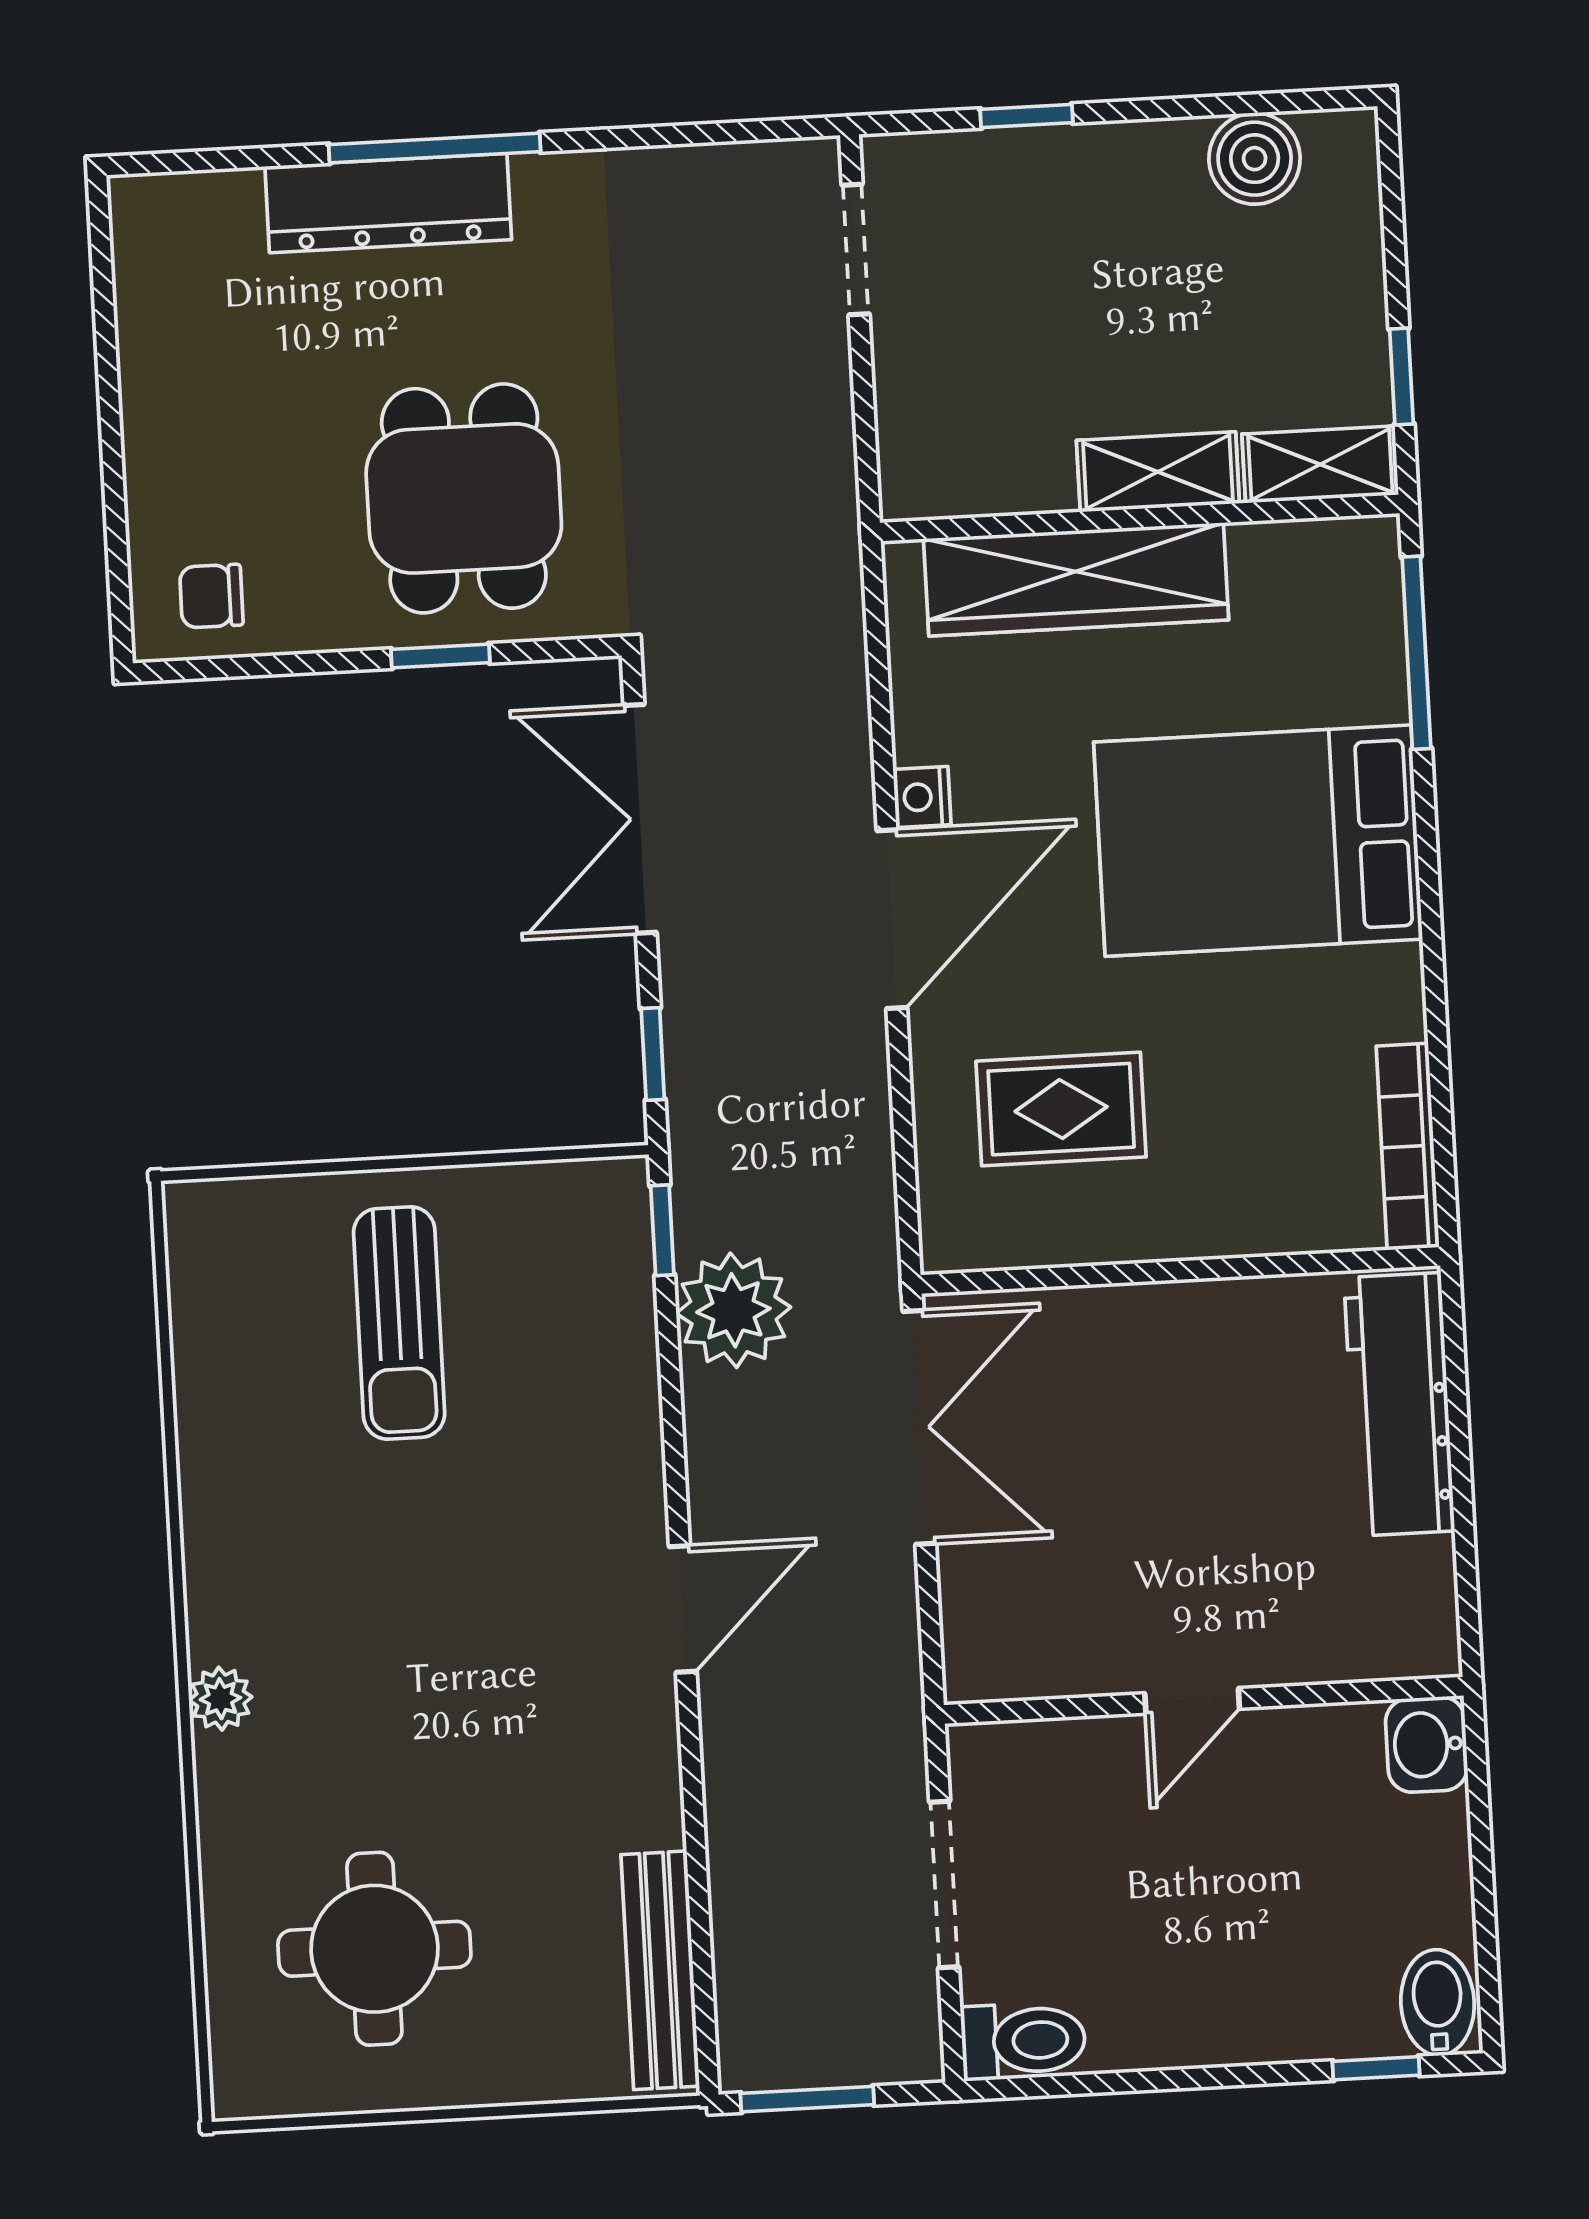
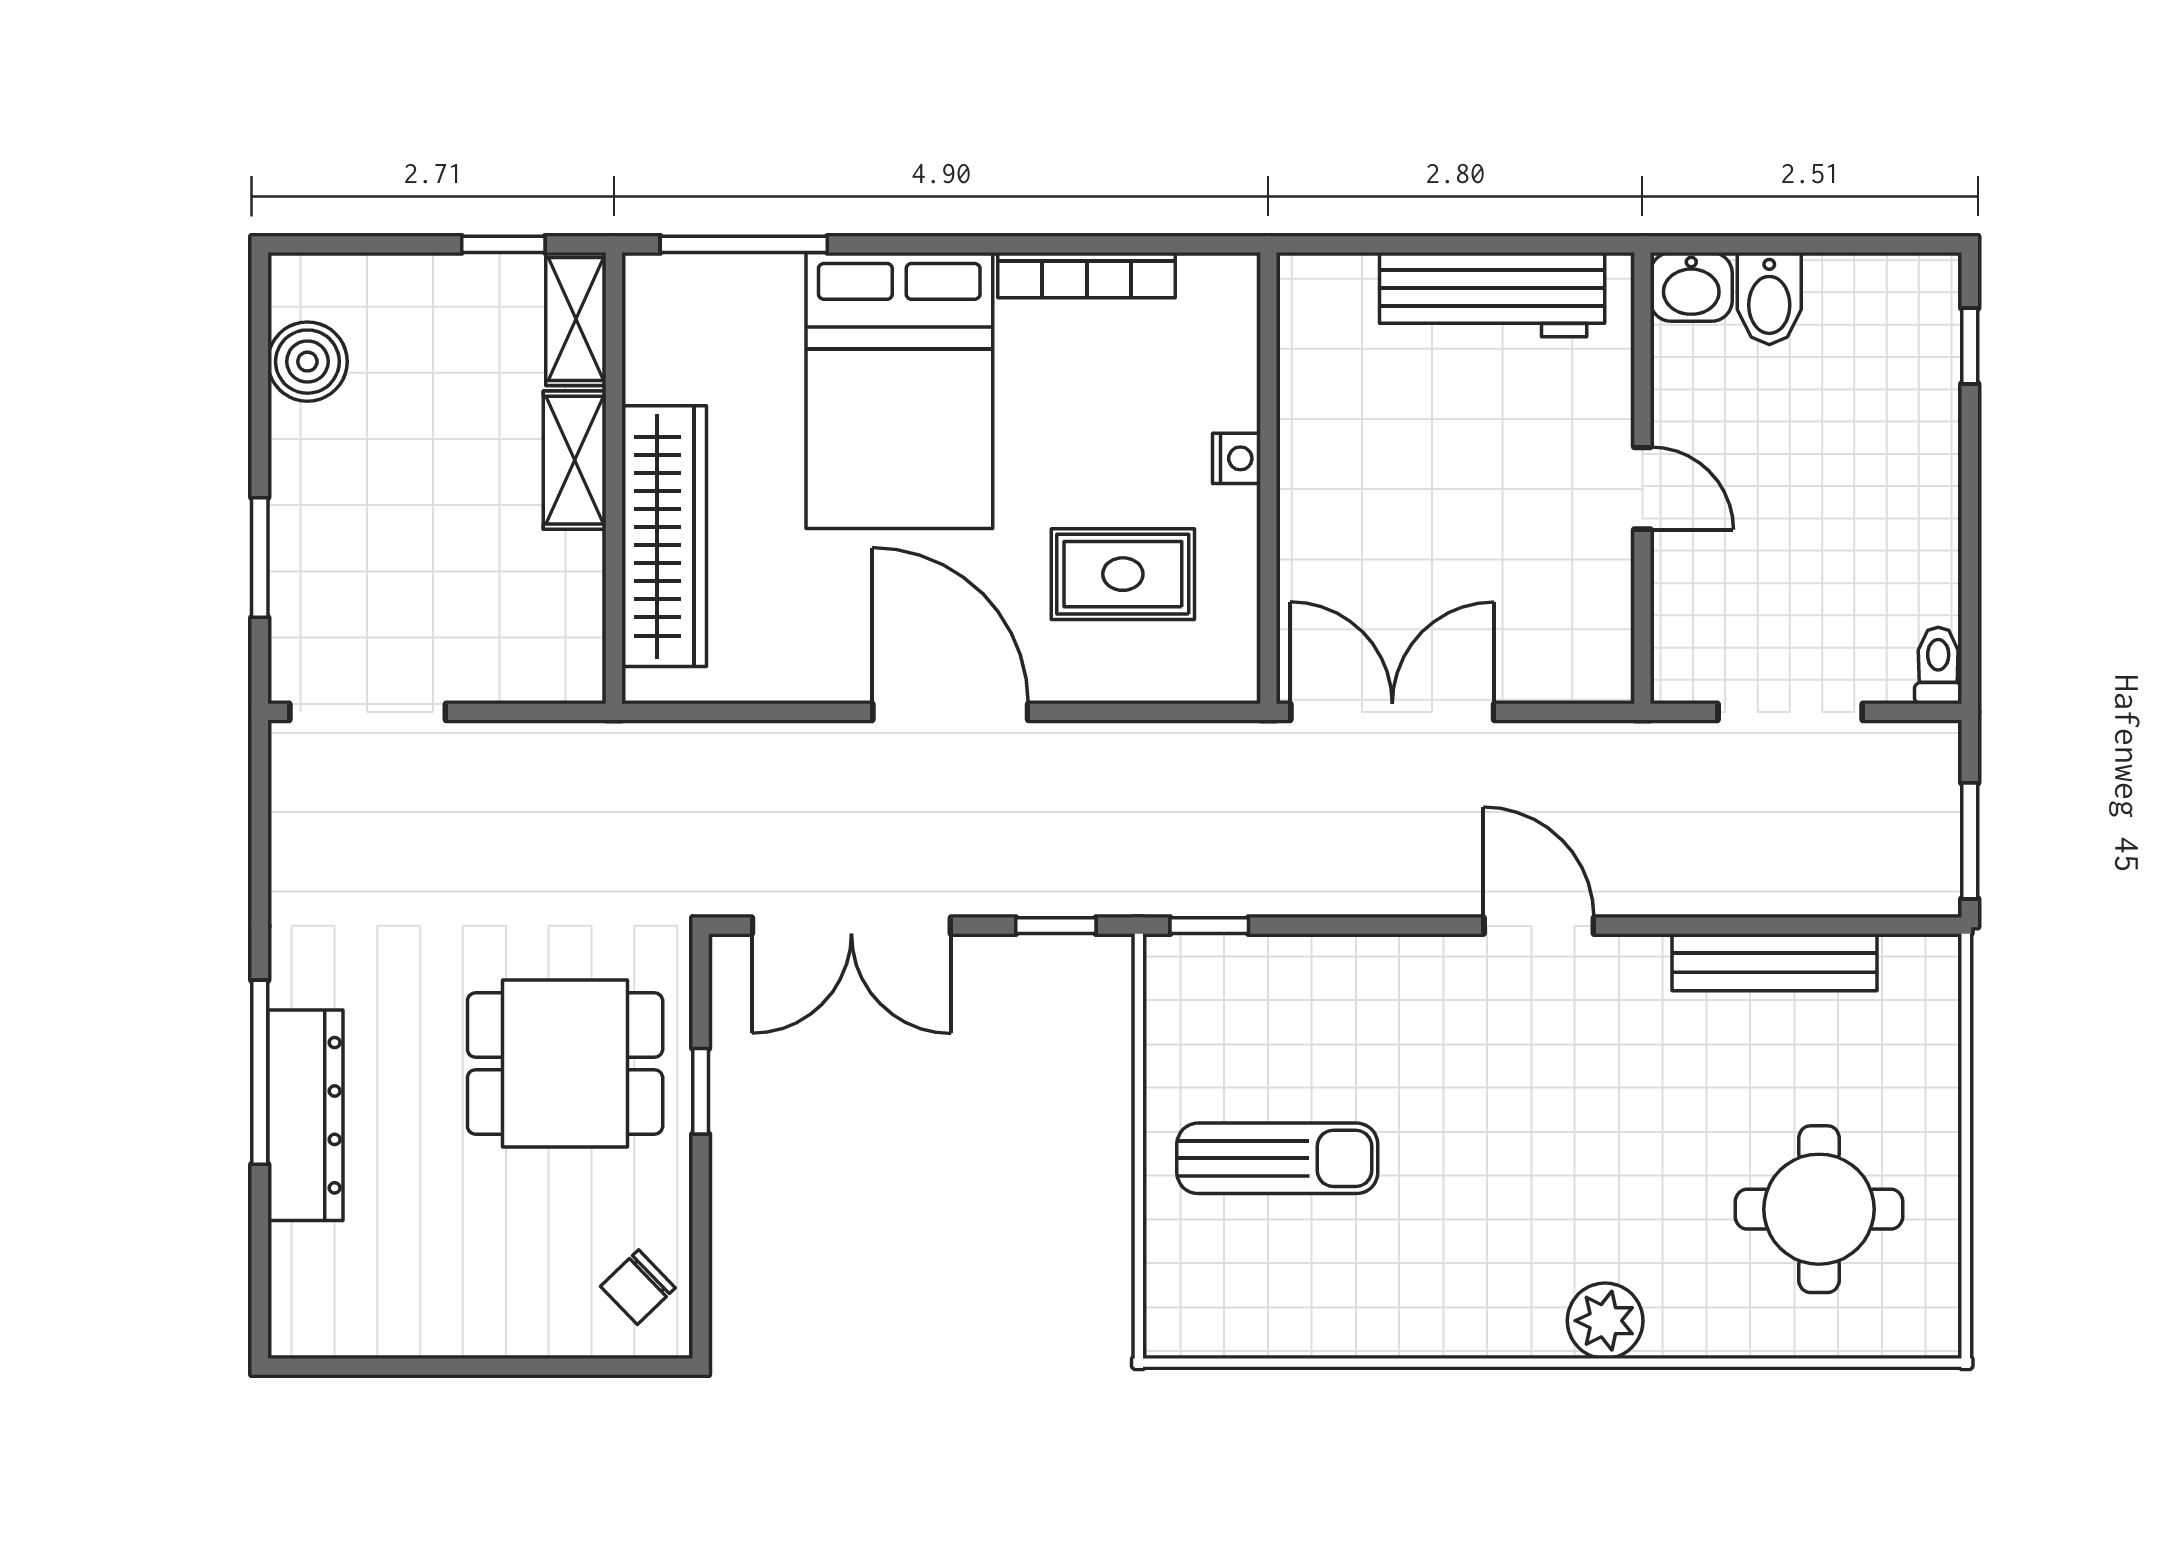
window: (1026, 116) -> (260, 557), width x1.50
doorway: (856, 250) -> (368, 712), width x1.38
chair: (211, 596) -> (638, 1287), turned 46
nightstand: (922, 797) -> (1236, 458), moved, turned -90
rug: (1061, 1109) -> (1123, 574), turned 90
bookcase: (1408, 1147) -> (1087, 275), moved
plant: (733, 1310) -> (1282, 868), removed
workbench: (1399, 1404) -> (1492, 295), moved
plant: (220, 1699) -> (1605, 1321), width x1.38, depth x1.38
bench: (660, 1970) -> (1775, 962), moved
bidet: (1438, 2003) -> (1769, 298), moved, turned -90
toilet: (1023, 2041) -> (1938, 665), width x0.73, depth x0.72

